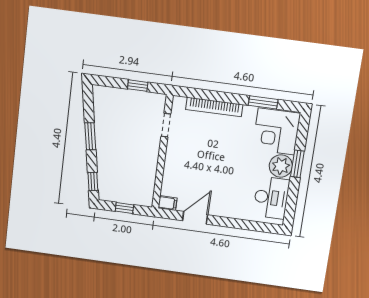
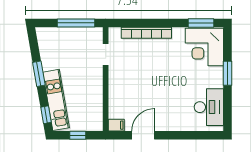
window: (138, 86) -> (76, 23), width x2.17
window: (263, 102) -> (201, 23), moved
plant: (281, 166) -> (213, 77), removed
kitchen unit: (106, 167) -> (56, 100), added

